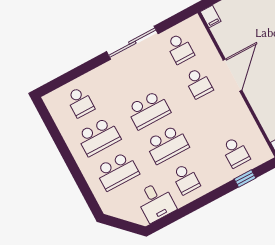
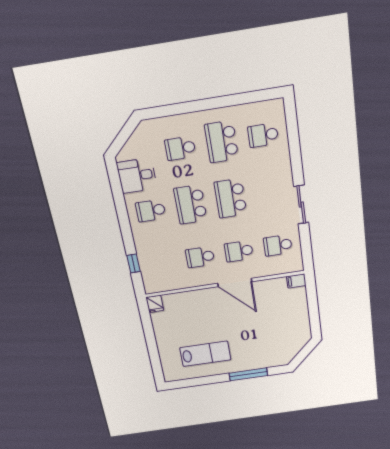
sliding door: (132, 43) -> (301, 205), width x0.73
school desk: (235, 152) -> (200, 257), moved
school desk: (117, 171) -> (180, 148), width x0.54

